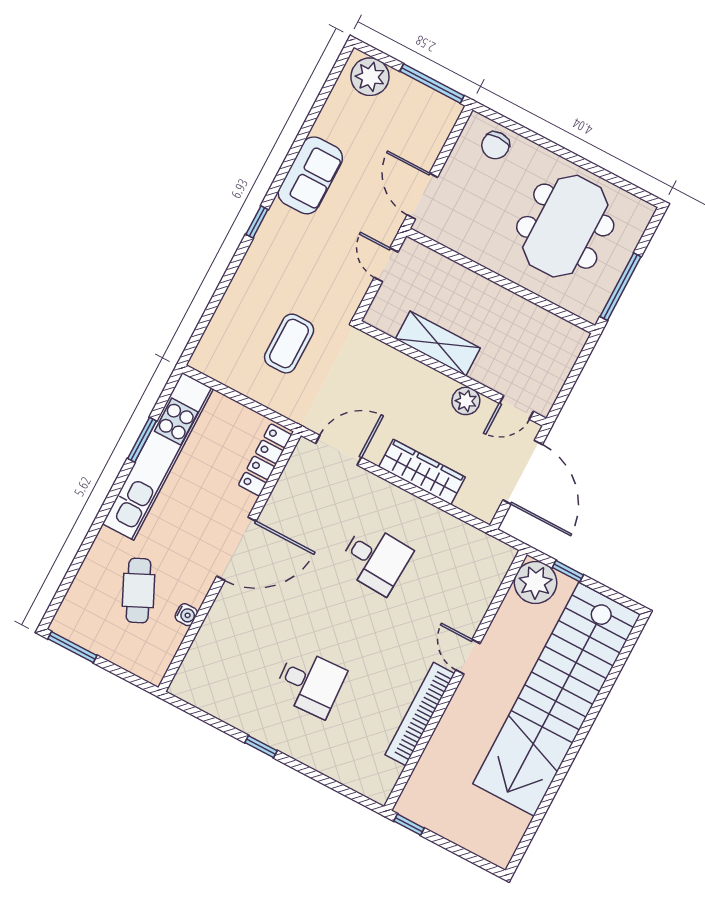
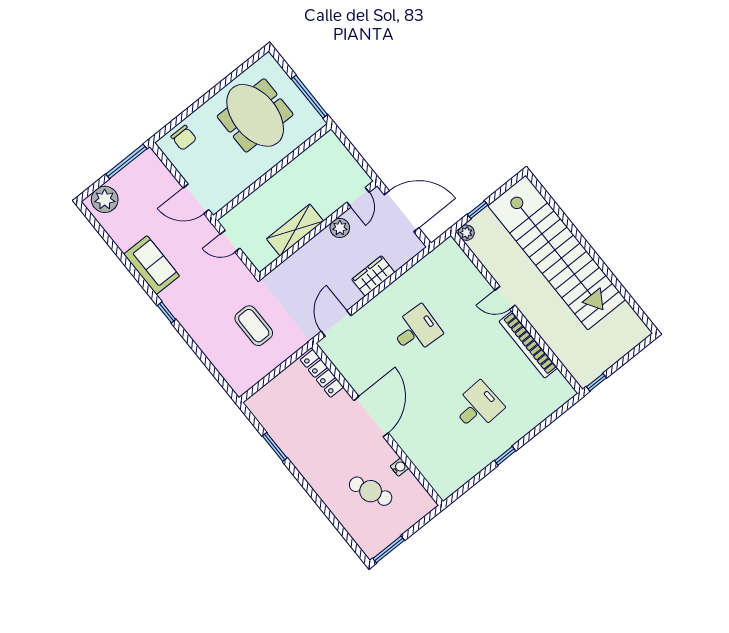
kitchen unit: (158, 456) -> (290, 441), removed
wardrobe: (422, 472) -> (373, 276), width x0.67
plant: (536, 583) -> (466, 233), width x0.53, depth x0.53

